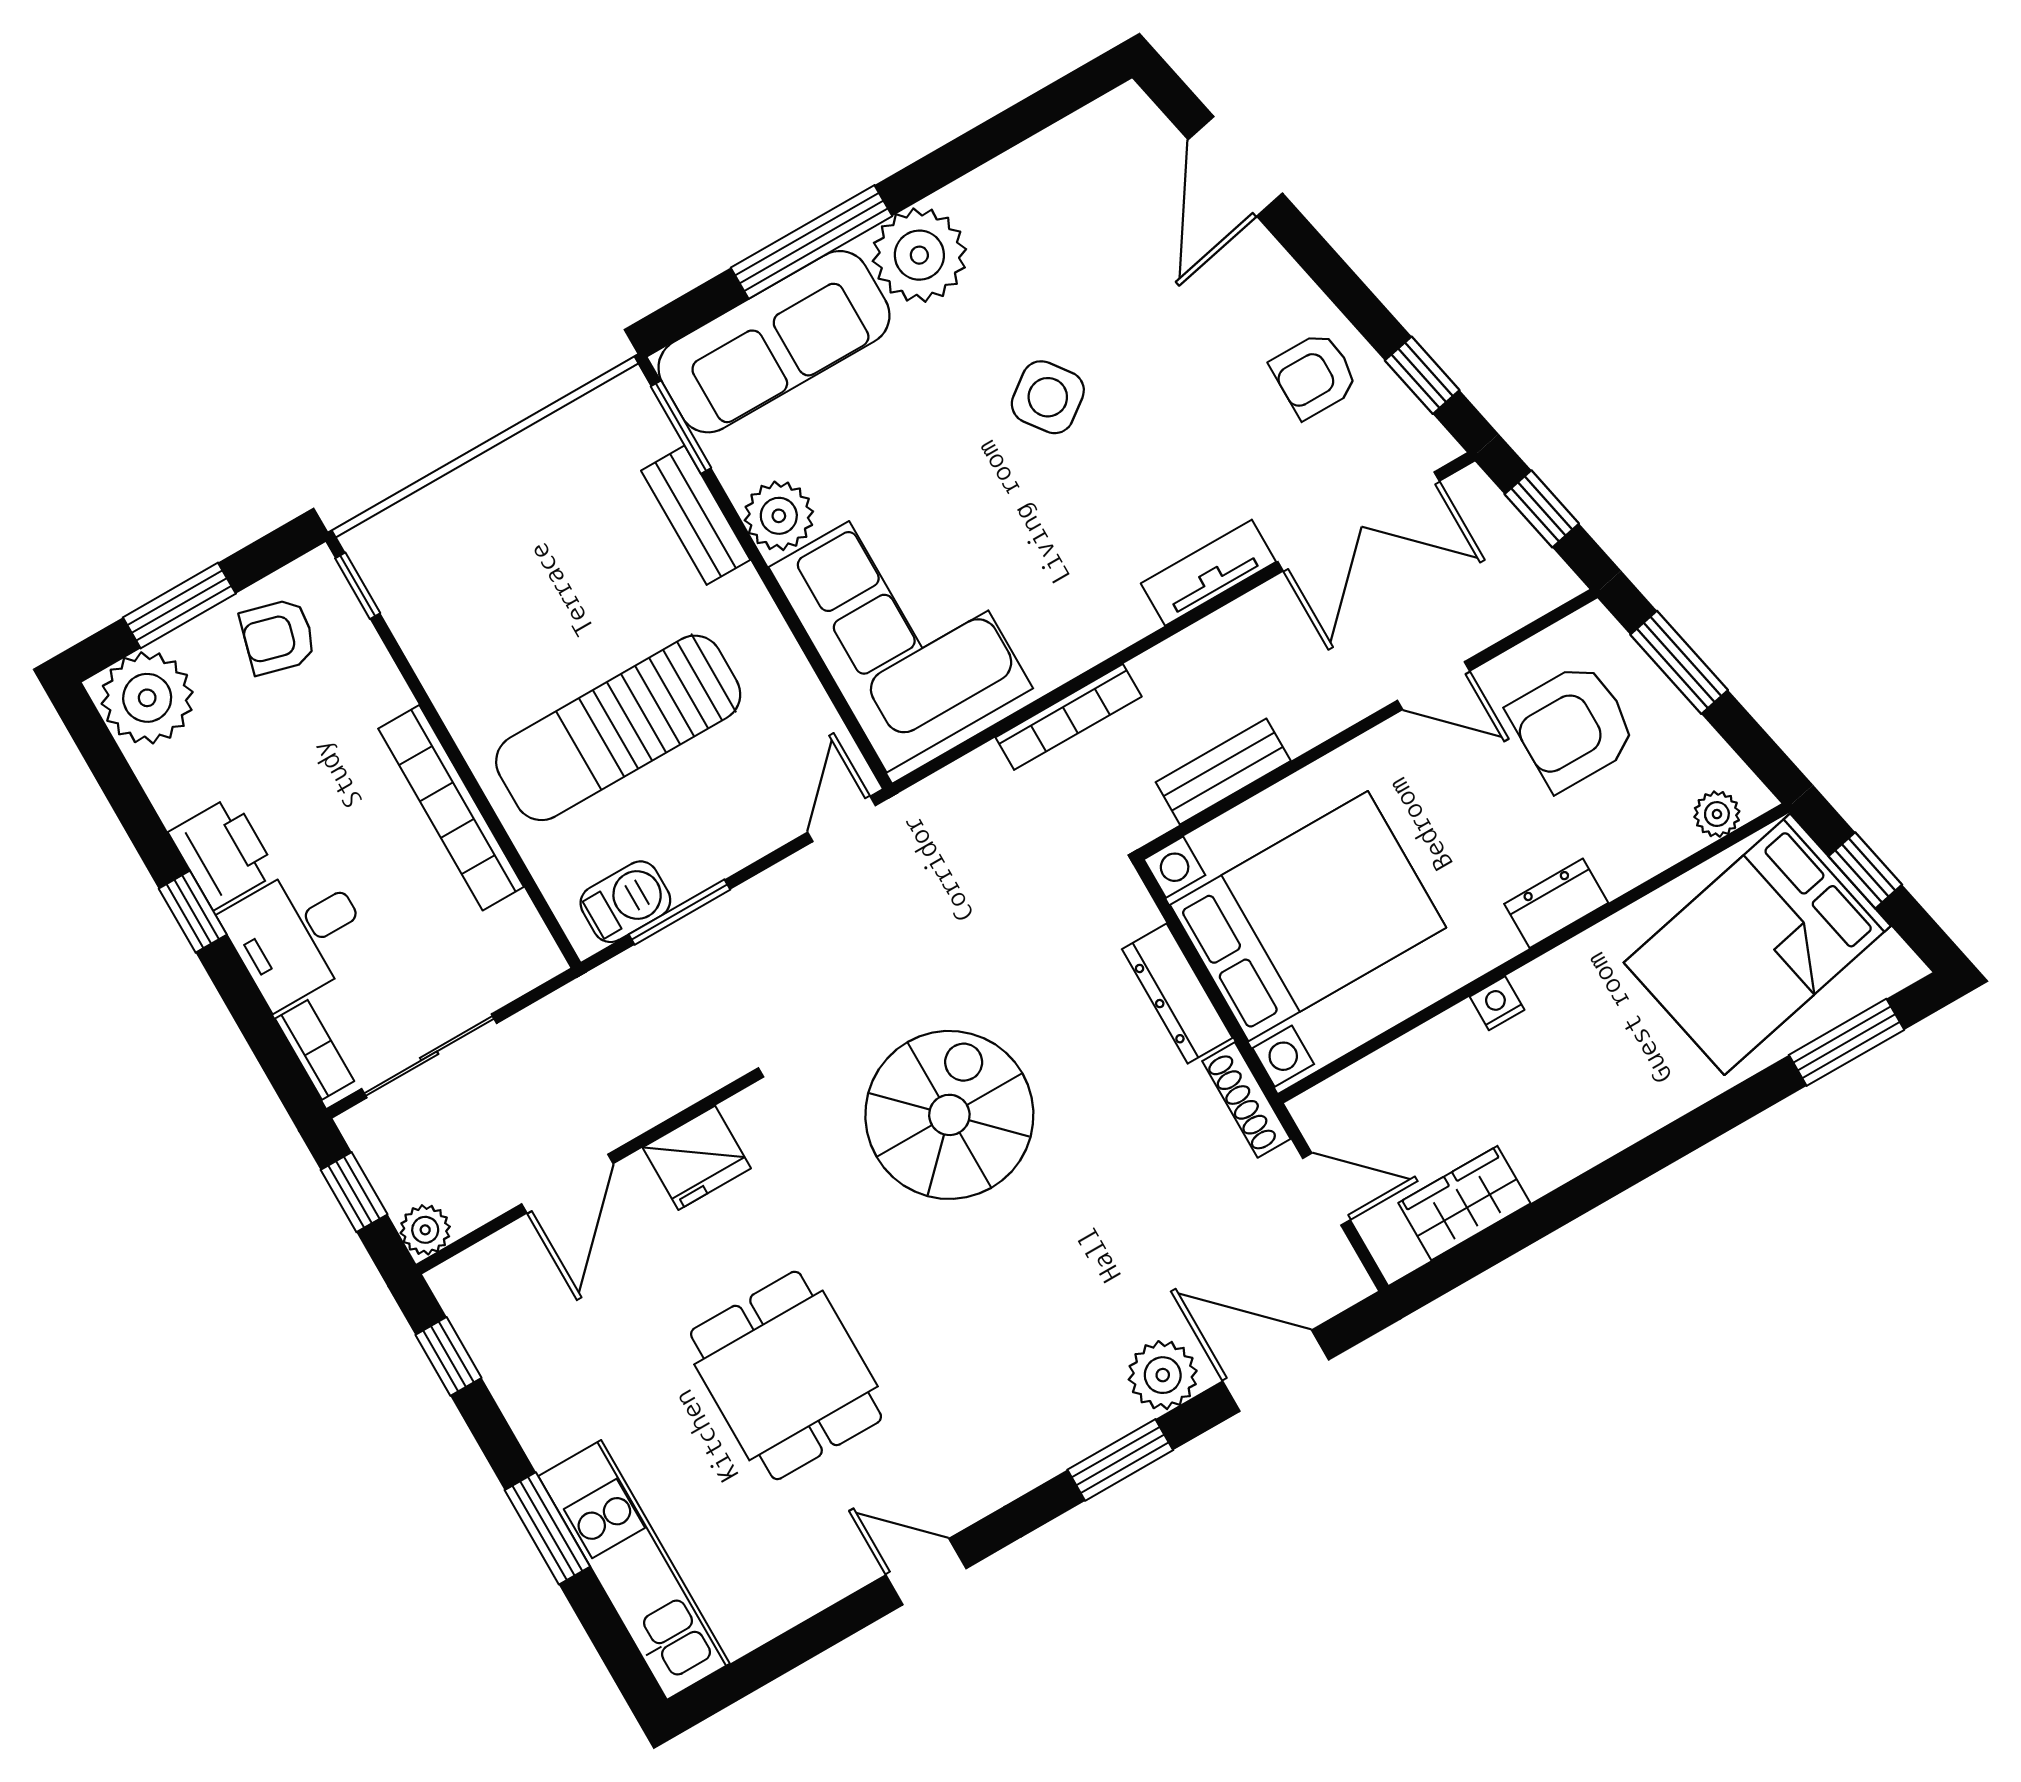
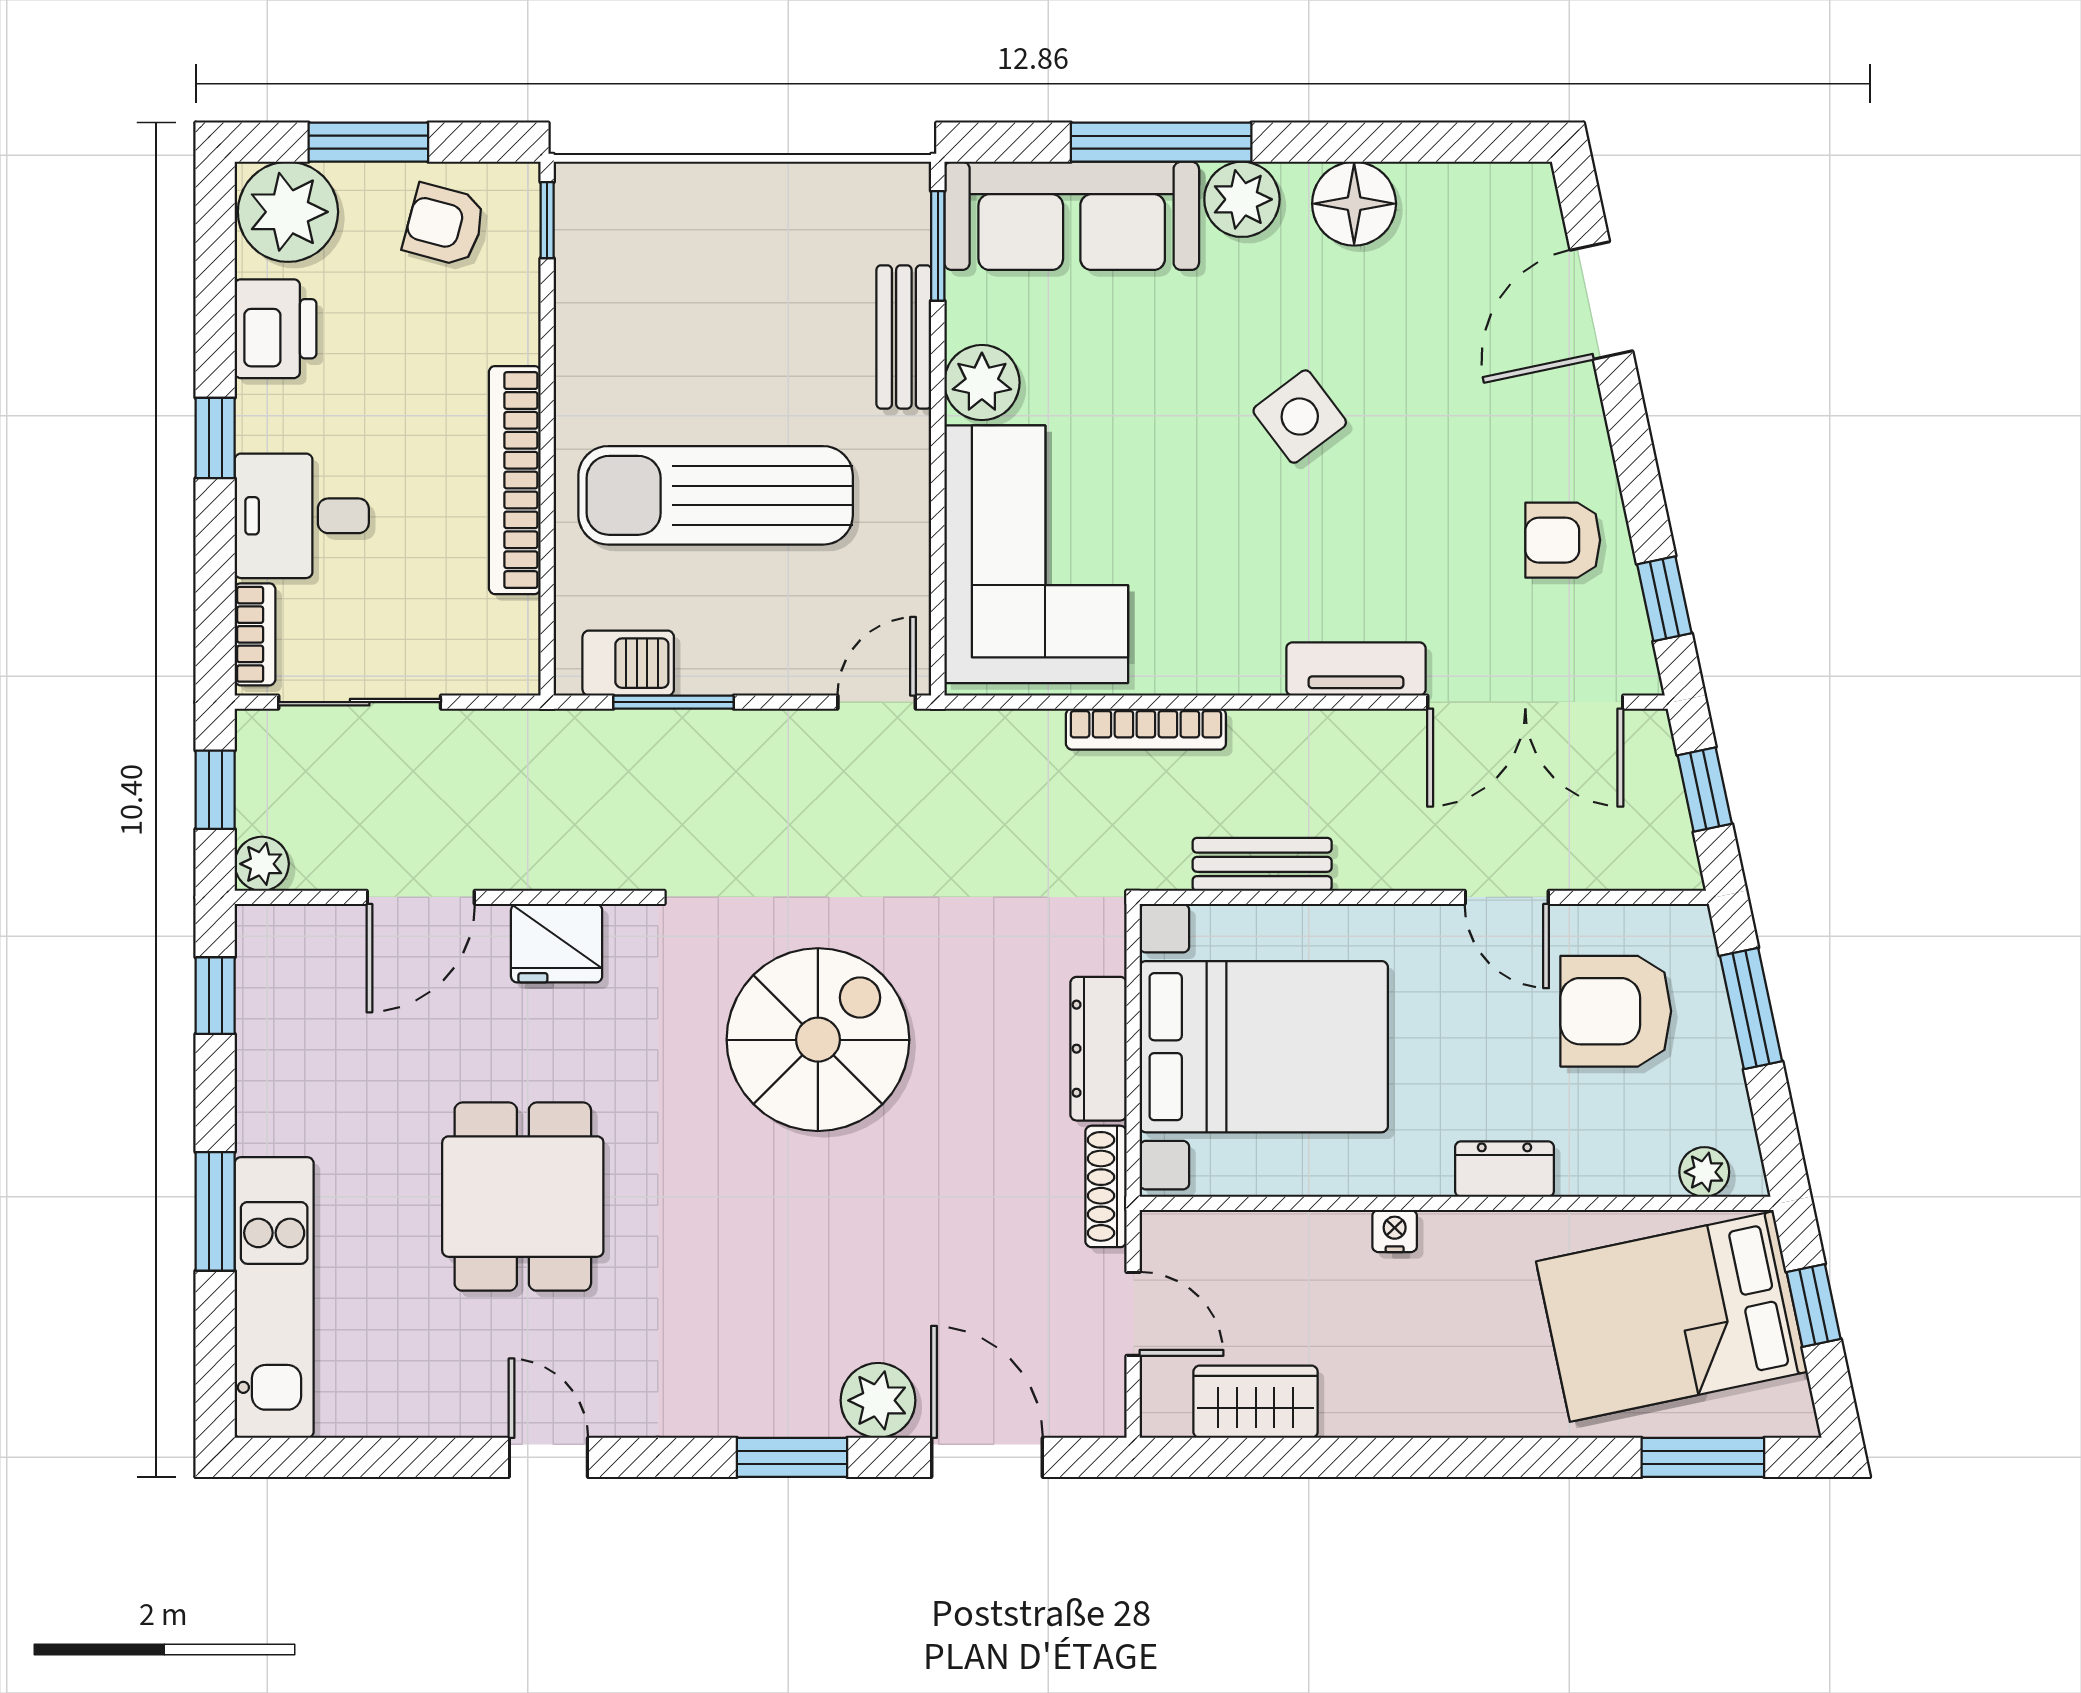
floor lamp: (994, 202) -> (1354, 204), added
plant: (919, 255) -> (1242, 199), width x0.73, depth x0.73
printer: (223, 853) -> (275, 329), moved

